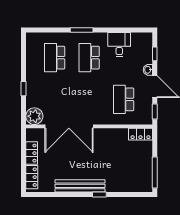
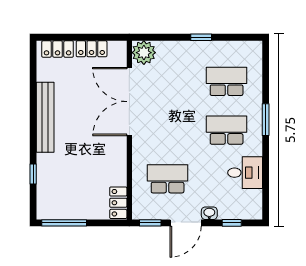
window: (23, 89) -> (201, 37), moved
window: (99, 194) -> (33, 174), moved

